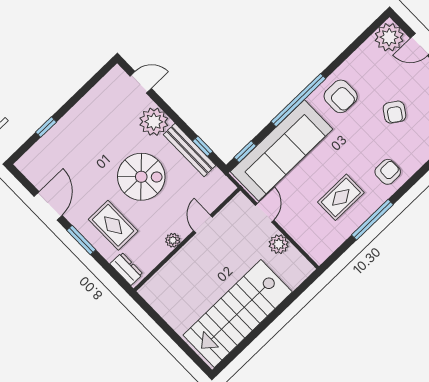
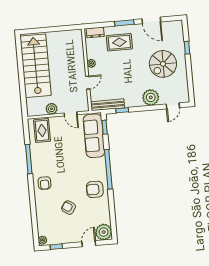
bench: (190, 150) -> (108, 105), moved
sofa: (281, 150) -> (94, 136), width x0.74, depth x0.79
spiral stairs: (141, 177) -> (163, 64), moved
rug: (341, 197) -> (42, 131), moved
door: (203, 224) -> (88, 83), hinge flipped

